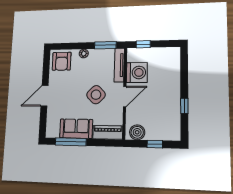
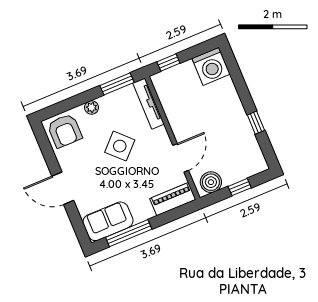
washing machine: (137, 72) -> (211, 66), moved, turned 90
side table: (96, 95) -> (120, 146), moved
door: (45, 96) -> (63, 188), hinge flipped
door: (125, 97) -> (181, 158), moved
sofa: (76, 129) -> (108, 221), moved

